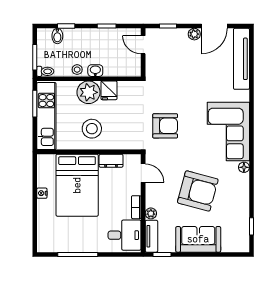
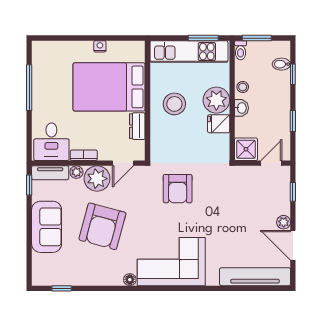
shower: (131, 67) -> (246, 149), added
plant: (156, 196) -> (97, 179), added

